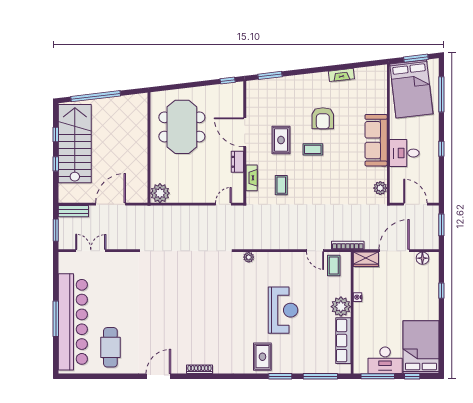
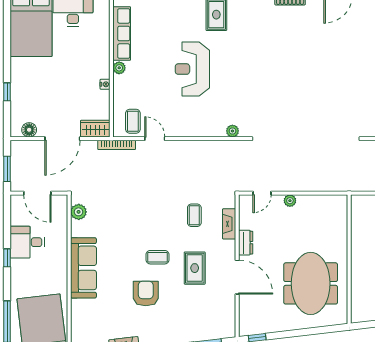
desk: (404, 153) -> (27, 242), moved, turned 180
plant: (160, 193) -> (290, 201), moved, width x0.53, depth x0.53
plant: (341, 307) -> (119, 68), width x0.53, depth x0.53

